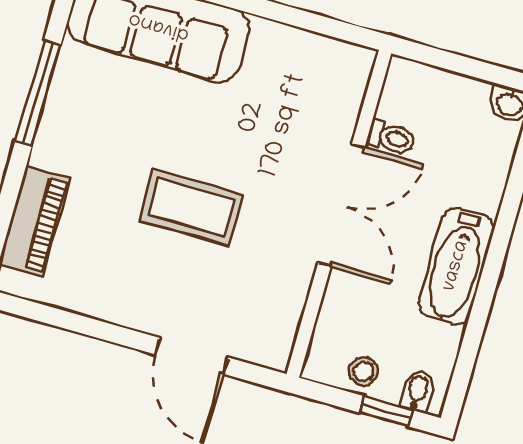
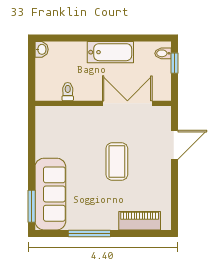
double door: (341, 205) -> (127, 103), moved
stool: (364, 371) -> (161, 76), removed

